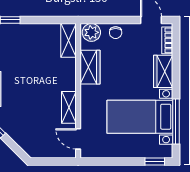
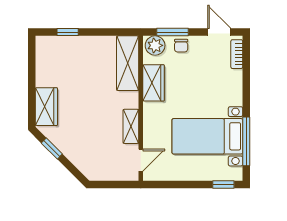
window: (108, 20) -> (172, 32), added
shelving: (68, 40) -> (128, 63), width x1.50, depth x1.33
wardrobe: (163, 71) -> (232, 88), removed
door: (78, 139) -> (141, 160), swing flipped

